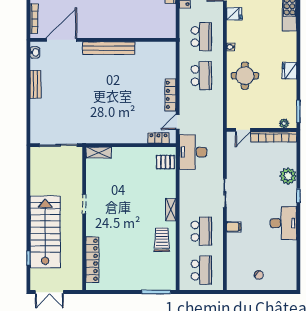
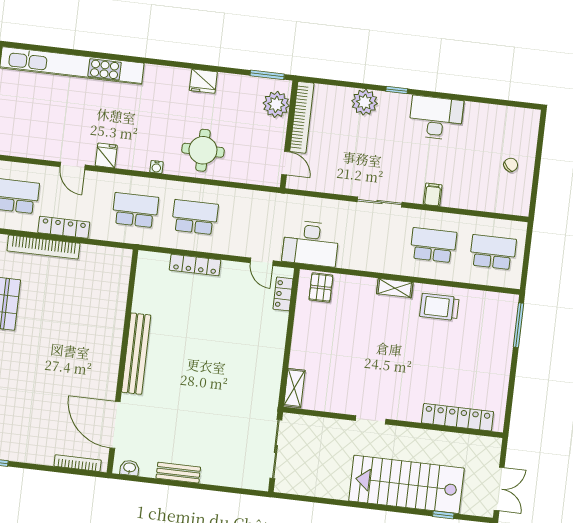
locker: (170, 95) -> (195, 265), moved
plant: (284, 123) -> (276, 104), width x1.88, depth x1.88

